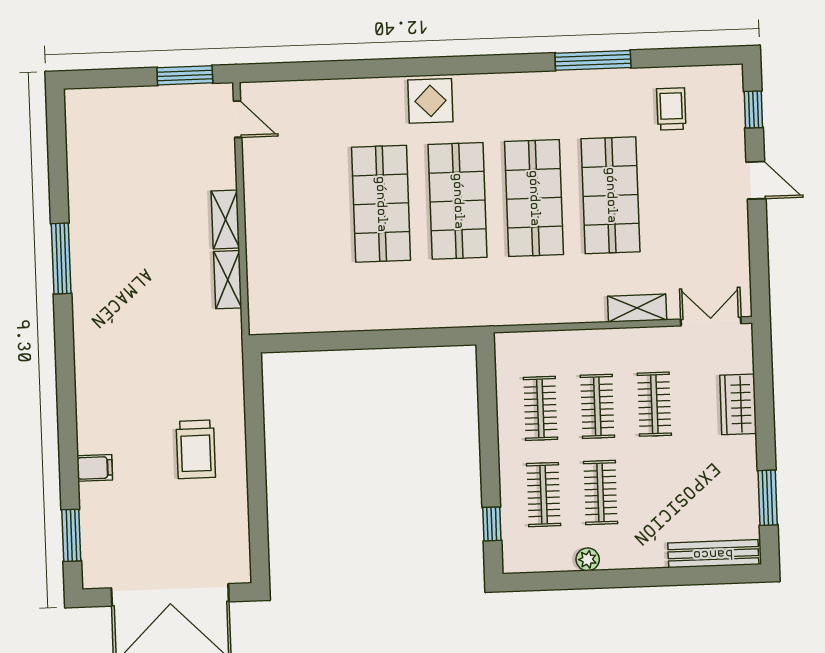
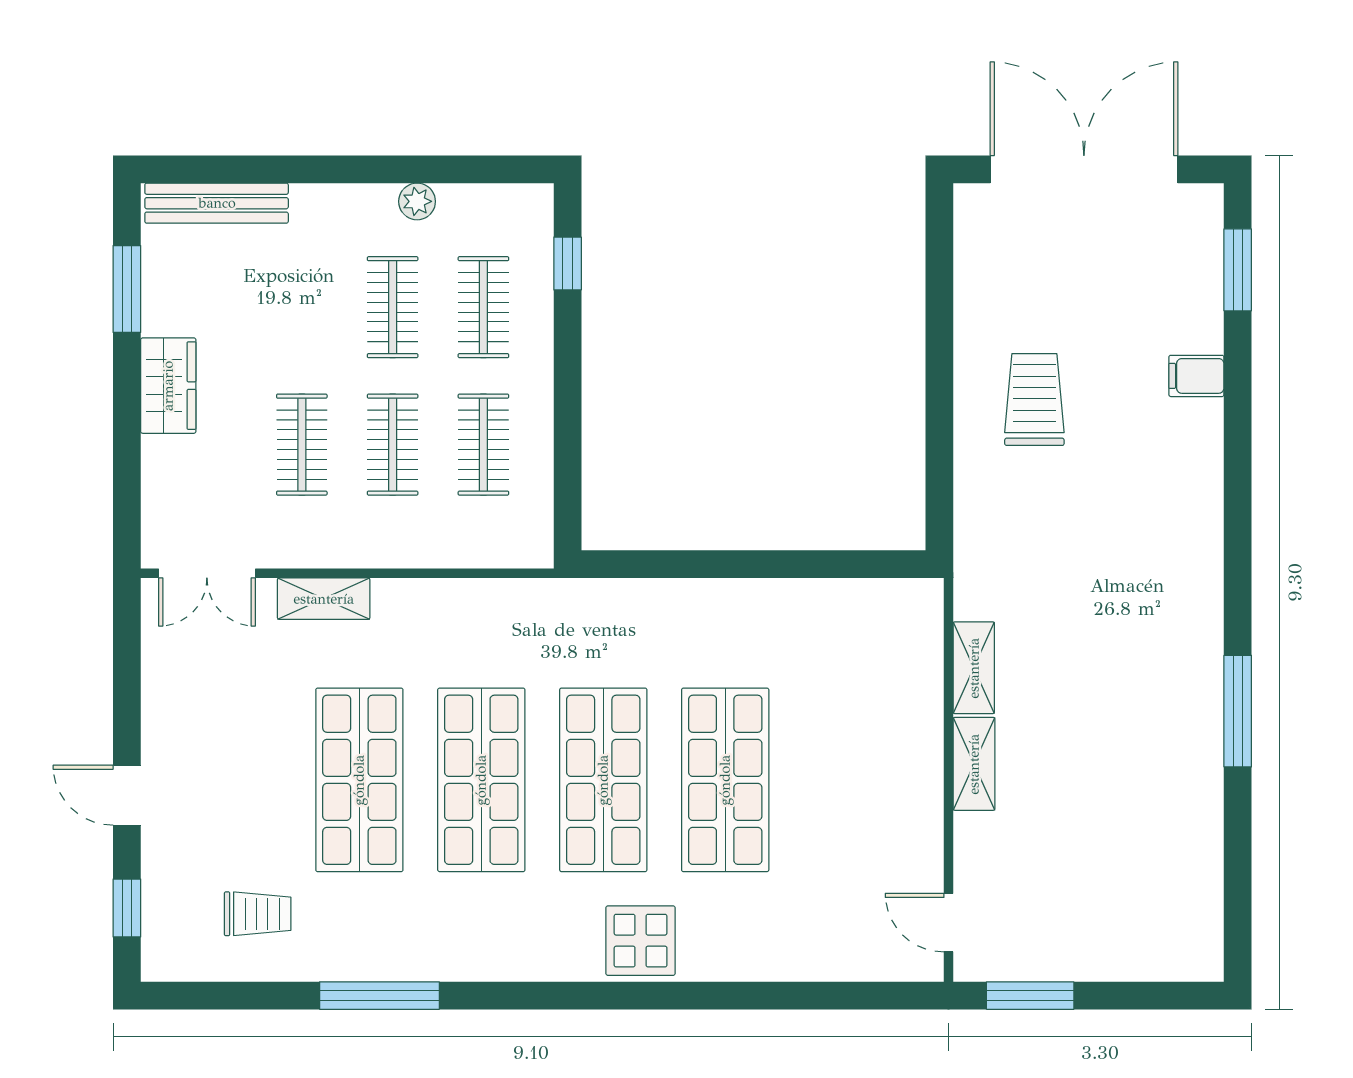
trolley: (671, 109) -> (258, 914), turned -90
wardrobe: (738, 404) -> (168, 386), moved

